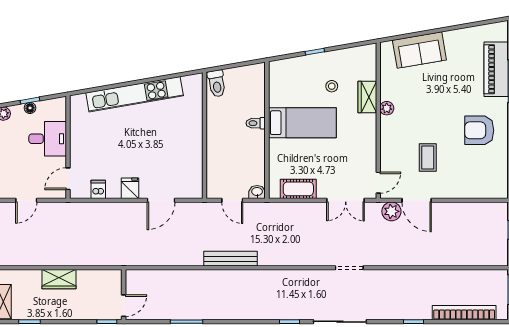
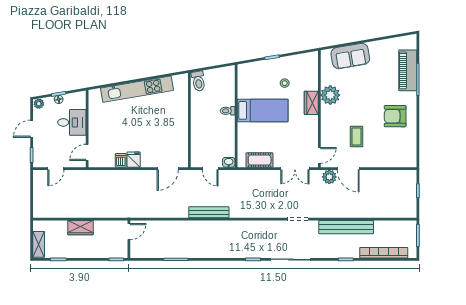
wardrobe: (367, 97) -> (311, 103), moved
plant: (387, 108) -> (330, 95), width x1.87, depth x1.87
dishwasher: (98, 189) -> (121, 160), moved
door: (161, 200) -> (168, 169), moved
bench: (414, 278) -> (346, 227), added
door: (124, 306) -> (129, 232), moved

